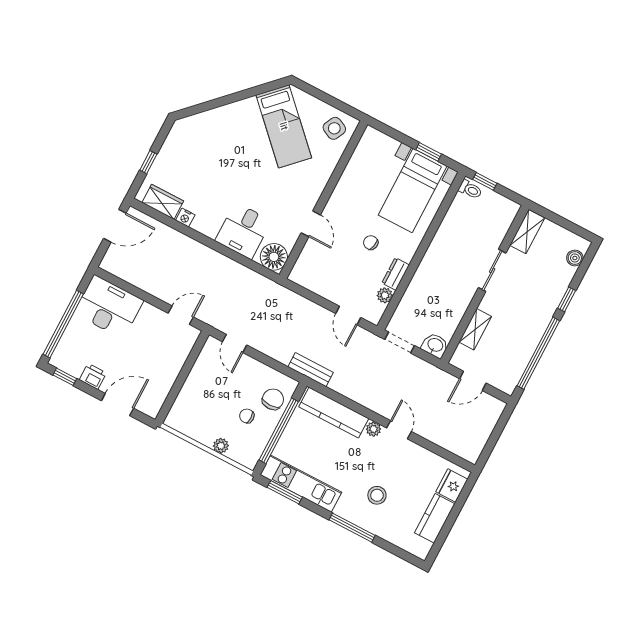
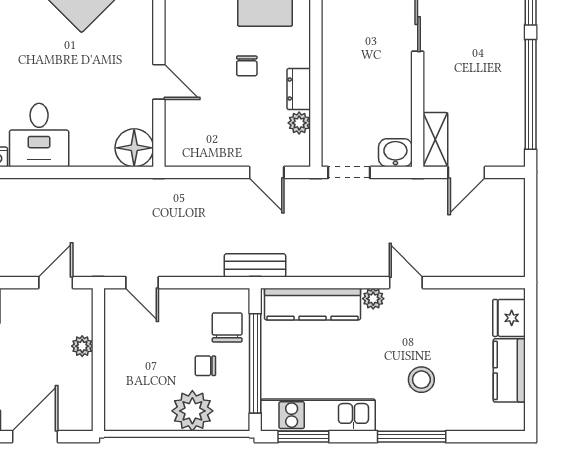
desk: (243, 231) -> (39, 135), moved
chair: (371, 243) -> (247, 66), turned -103
shelving: (475, 329) -> (435, 140), moved
plant: (177, 363) -> (82, 346), added
plant: (221, 446) -> (192, 411), width x1.88, depth x1.88

